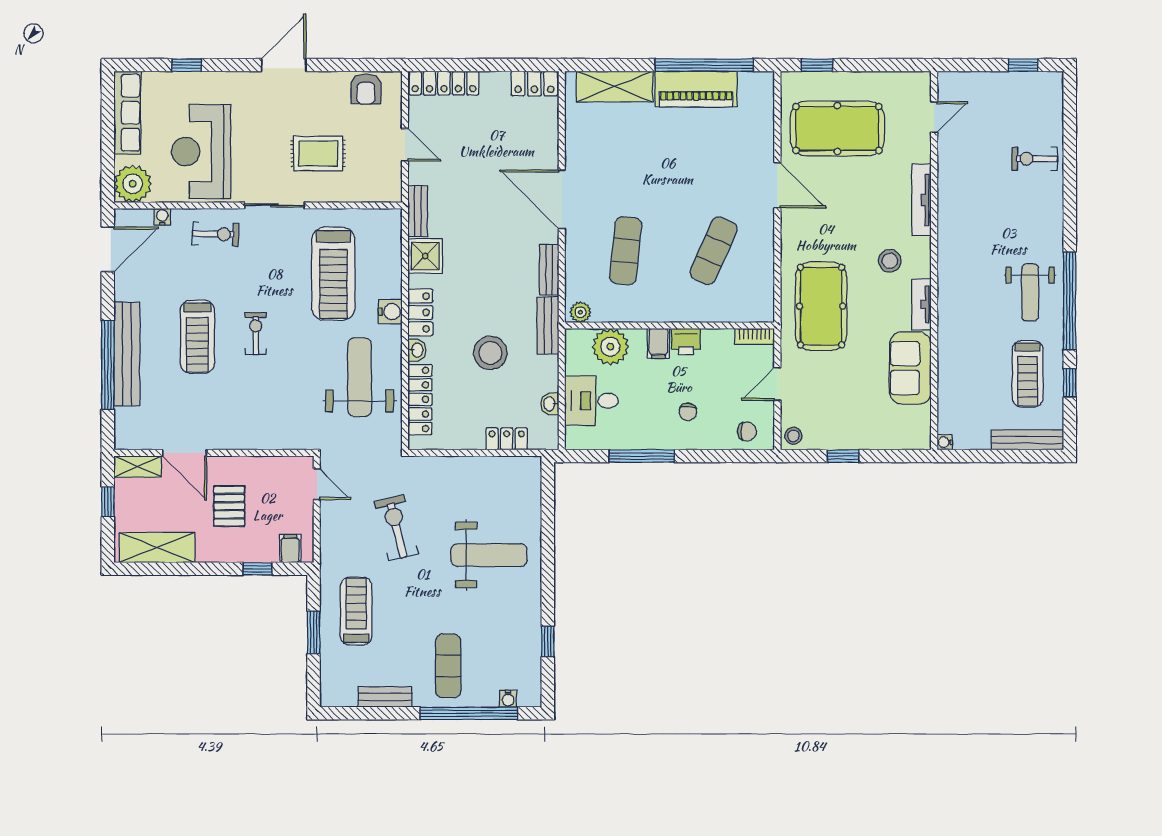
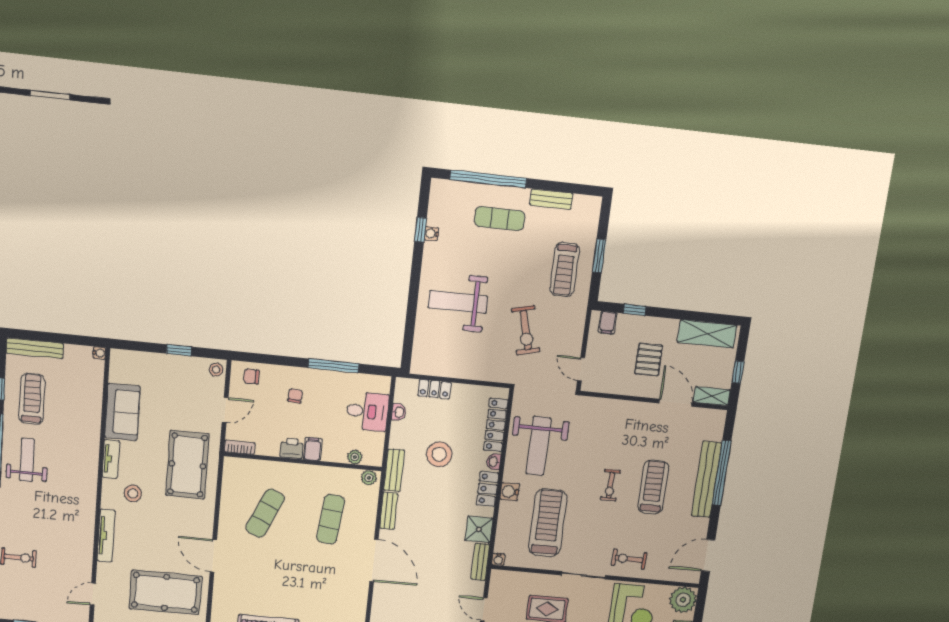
water cooler: (162, 217) -> (498, 559), moved
plant: (610, 347) -> (355, 457), width x0.53, depth x0.53
exercise mat: (448, 666) -> (500, 219), turned 90
water cooler: (508, 699) -> (431, 234), moved, turned -90

